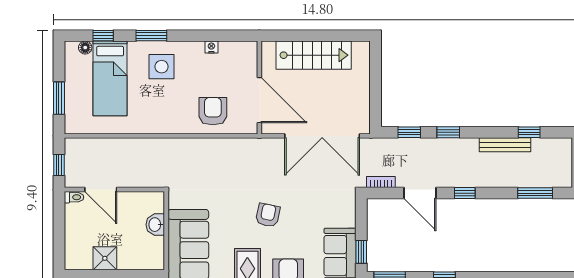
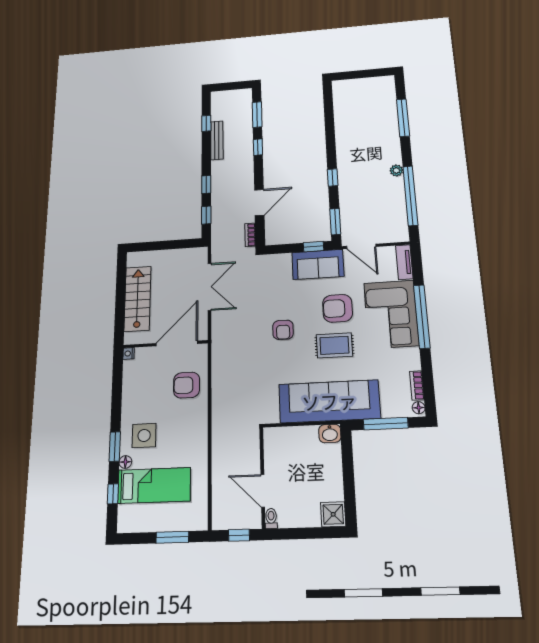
nightstand: (211, 47) -> (129, 353), moved
floor lamp: (85, 48) -> (125, 462), moved
double door: (322, 136) -> (209, 287), width x0.73
door: (101, 189) -> (263, 491), swing flipped
window: (465, 193) -> (258, 147), moved
armchair: (268, 215) -> (283, 330), turned -102
washbasin: (155, 225) -> (330, 433), moved
shower: (105, 258) -> (333, 514), moved

